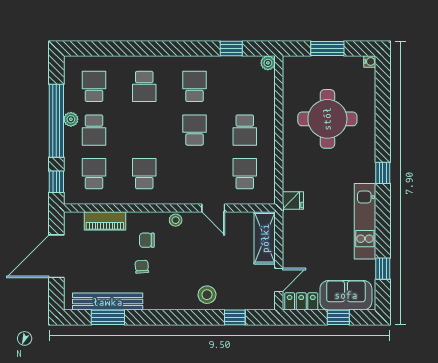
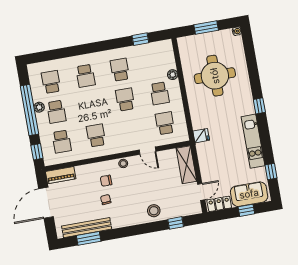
plant: (268, 63) -> (173, 75), moved
school desk: (94, 174) -> (62, 142), turned 180
piano: (105, 221) -> (61, 175), moved

